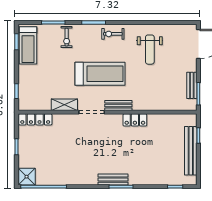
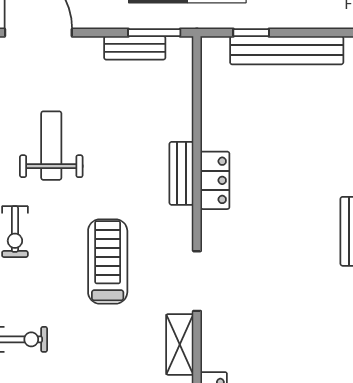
weight bench: (150, 50) -> (51, 146), turned -90
treadmill: (100, 74) -> (108, 262), width x0.73, depth x0.73
bench: (118, 105) -> (181, 173), moved

